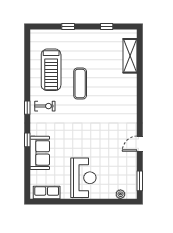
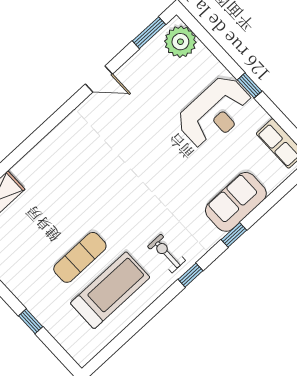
exercise mat: (80, 84) -> (80, 257), moved
reception desk: (83, 178) -> (215, 112), turned 180
plant: (120, 194) -> (180, 42), width x1.87, depth x1.87
window: (81, 202) -> (250, 85), added

